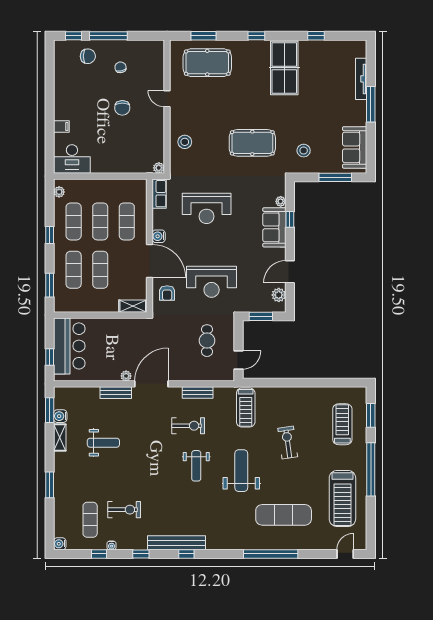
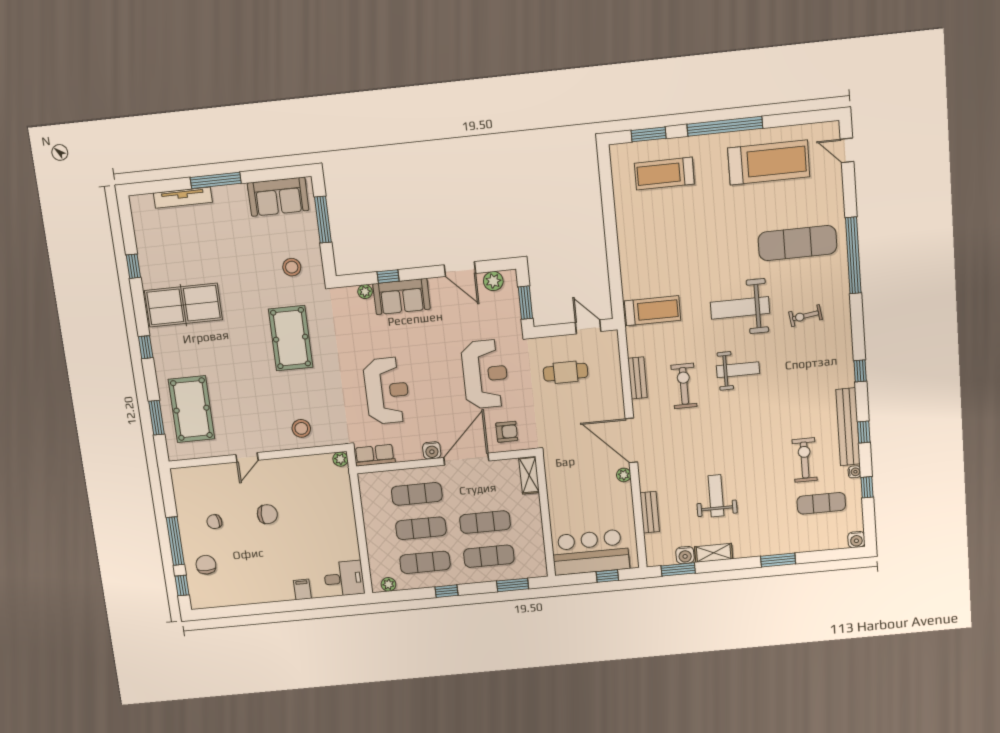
desk: (72, 159) -> (344, 578), width x0.73
bench: (116, 393) -> (650, 512), moved
exercise bike: (288, 442) -> (806, 316), moved, width x0.73, depth x0.72
exercise mat: (284, 515) -> (797, 243), turned 90
bench: (176, 543) -> (848, 427), moved

